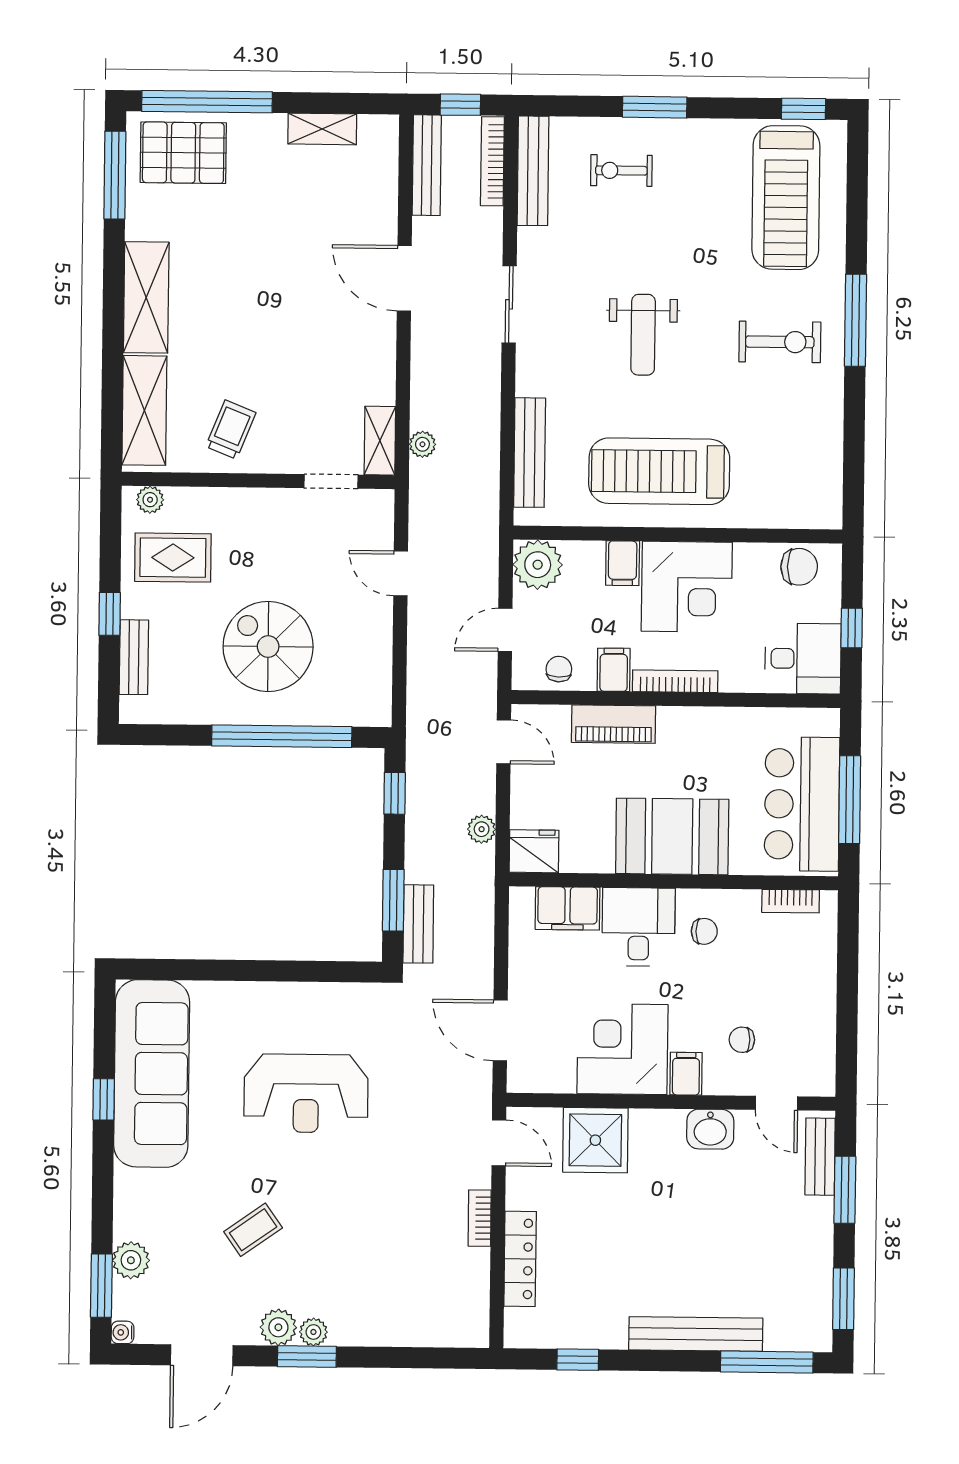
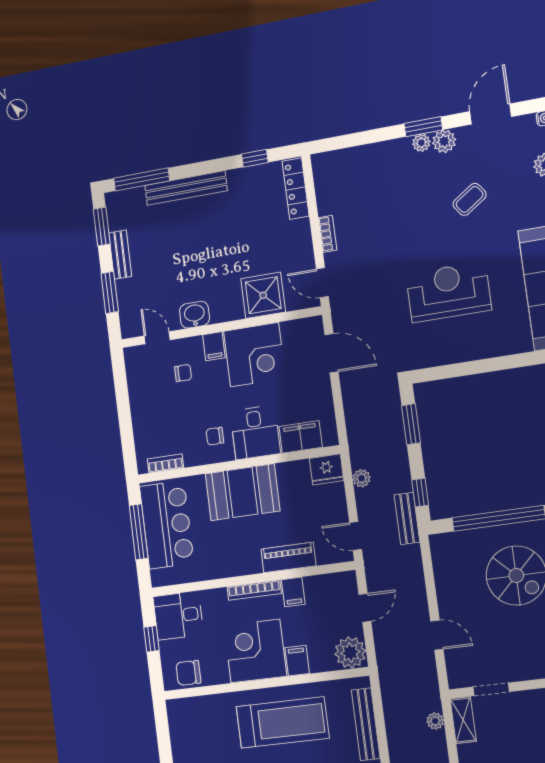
chair: (559, 669) -> (327, 587), removed
bench: (418, 924) -> (407, 518), moved
bench: (820, 1157) -> (120, 255), moved
locker: (520, 1259) -> (296, 189), moved

